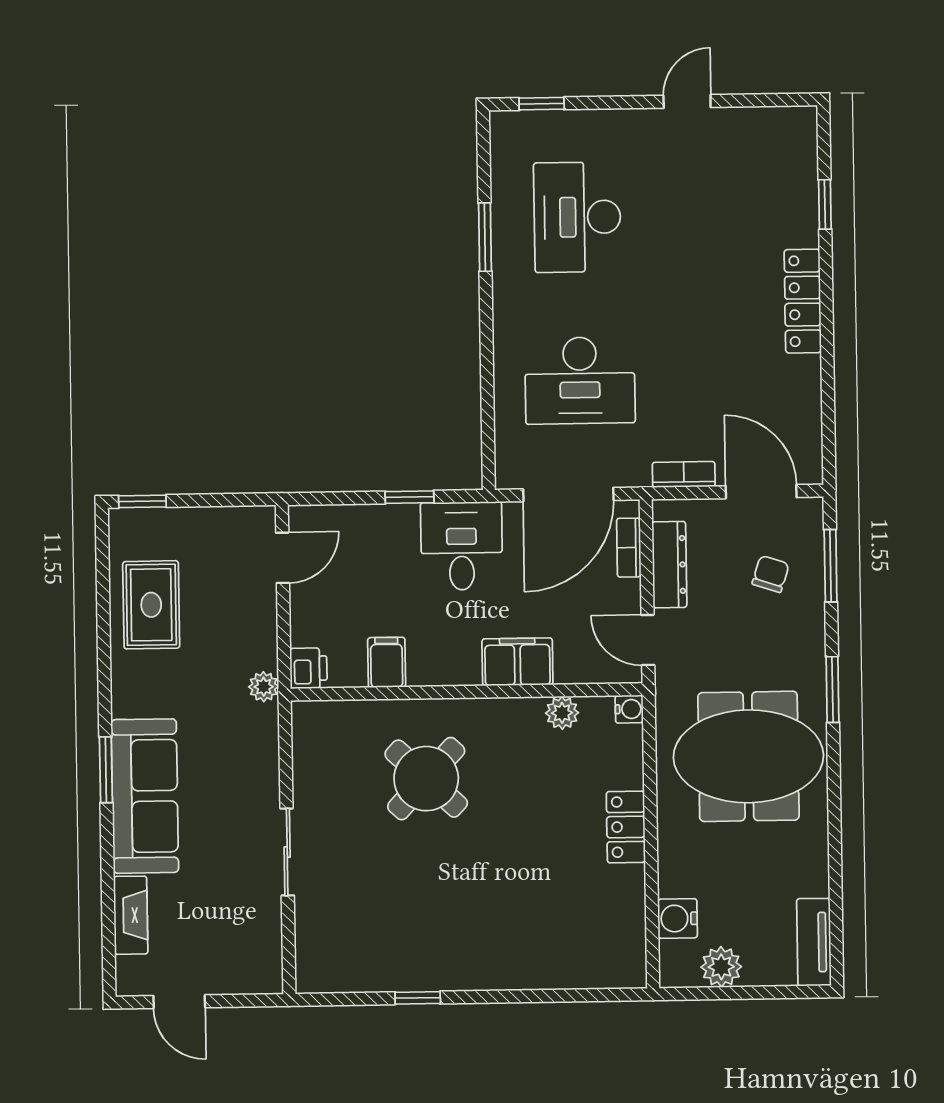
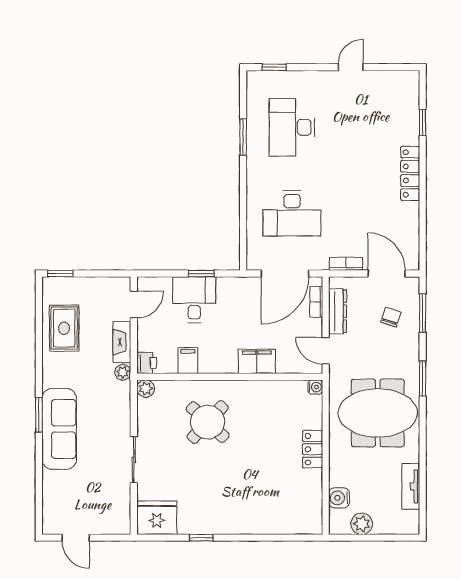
desk: (462, 546) -> (194, 300), moved
plant: (562, 713) -> (146, 389), moved
fireplace: (131, 915) -> (122, 342), moved, turned 180
tv unit: (814, 942) -> (411, 486), moved
fridge: (332, 961) -> (157, 518), added

